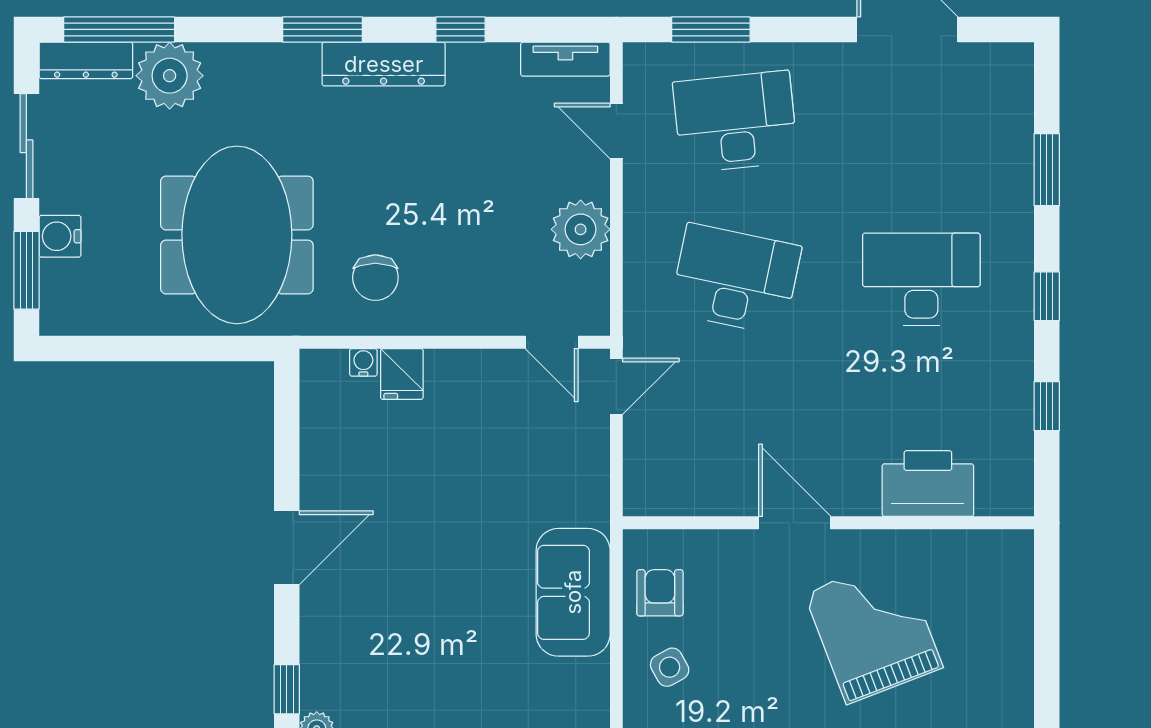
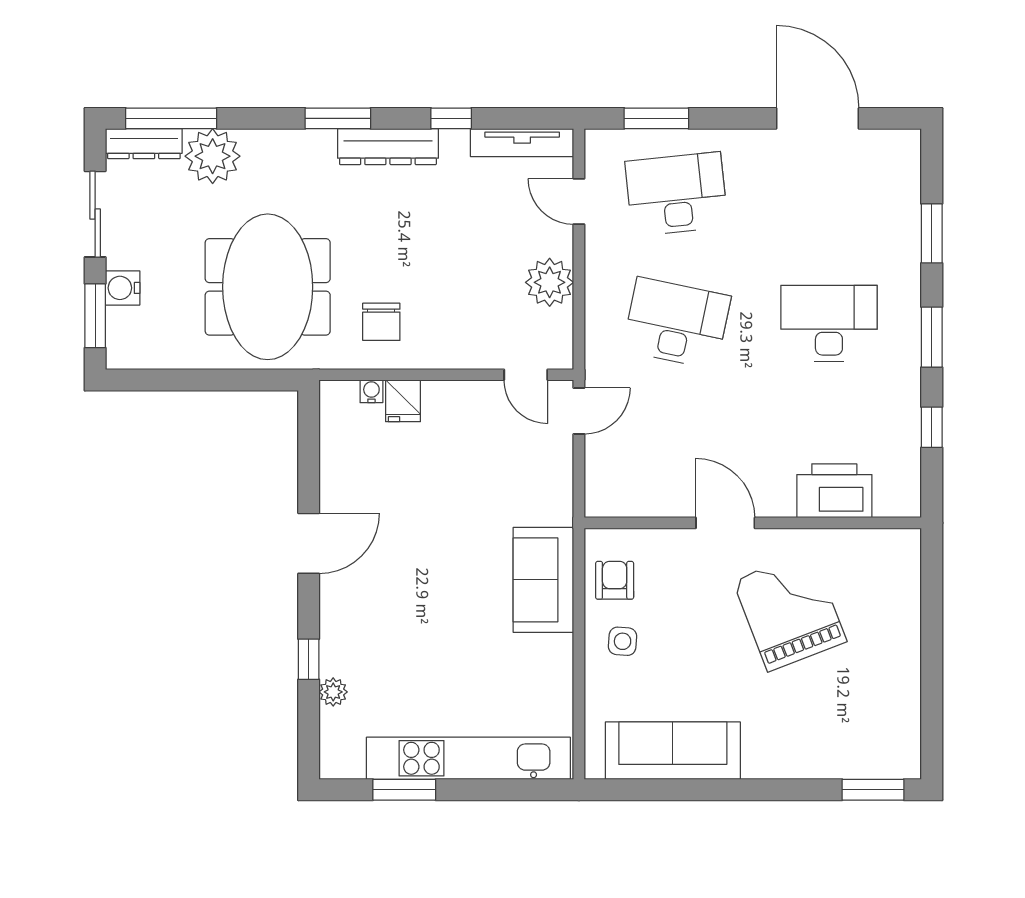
tv unit: (565, 59) -> (522, 143), width x1.41
window: (1047, 296) -> (932, 337), width x1.50
side table: (670, 667) -> (623, 641), turned 33

